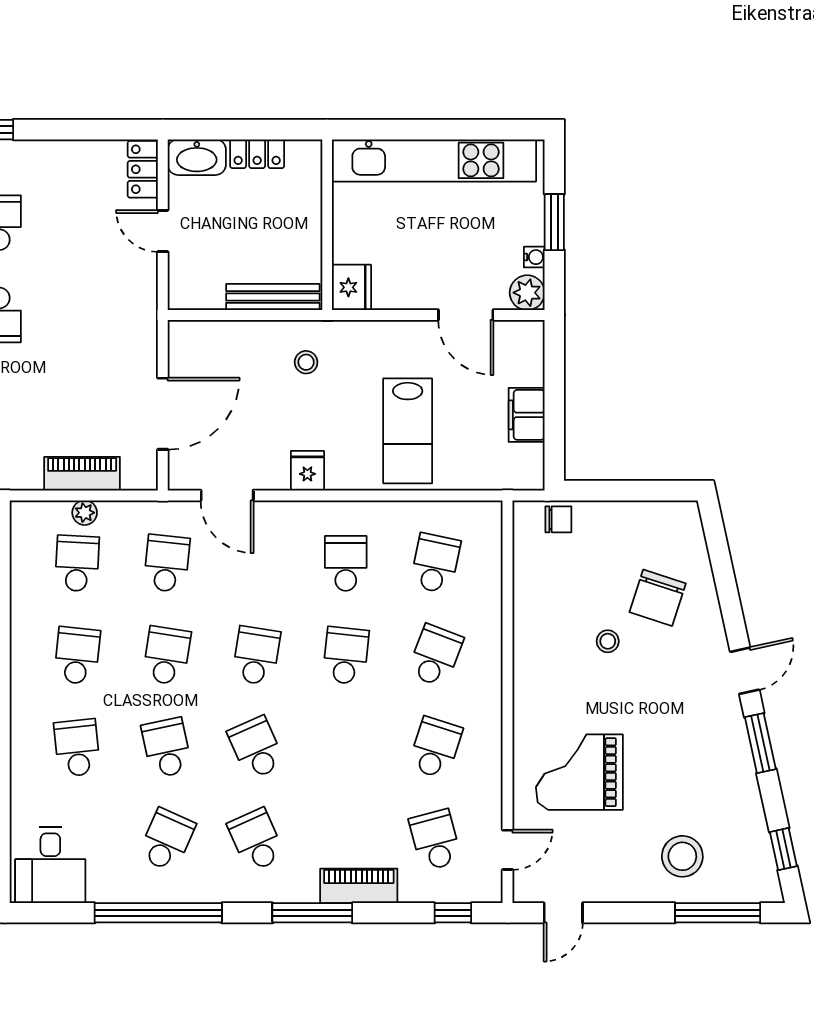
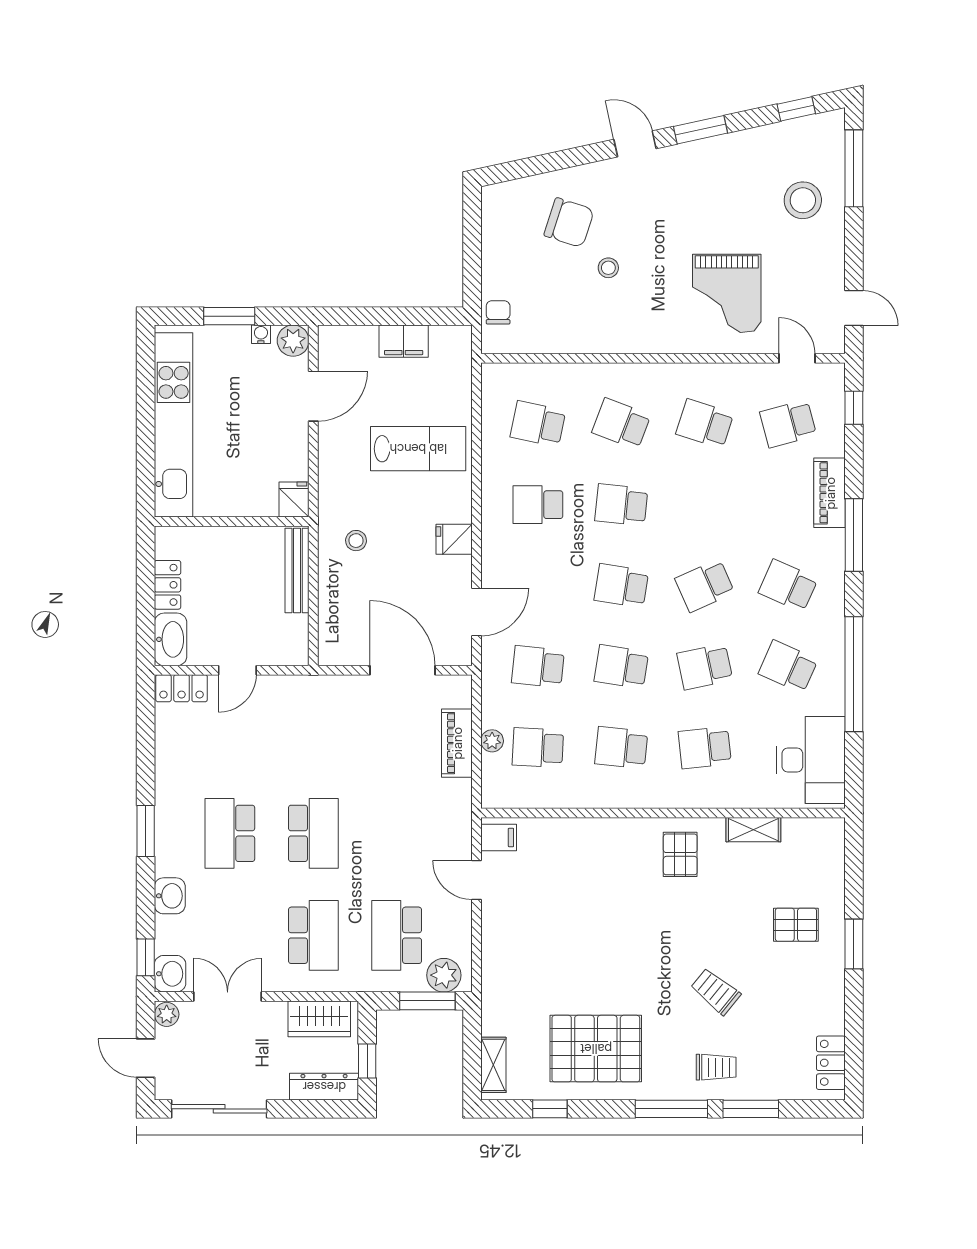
fridge: (352, 287) -> (294, 499), width x0.72
school desk: (256, 840) -> (788, 586), turned 48
desk: (50, 865) -> (811, 760), width x1.37

